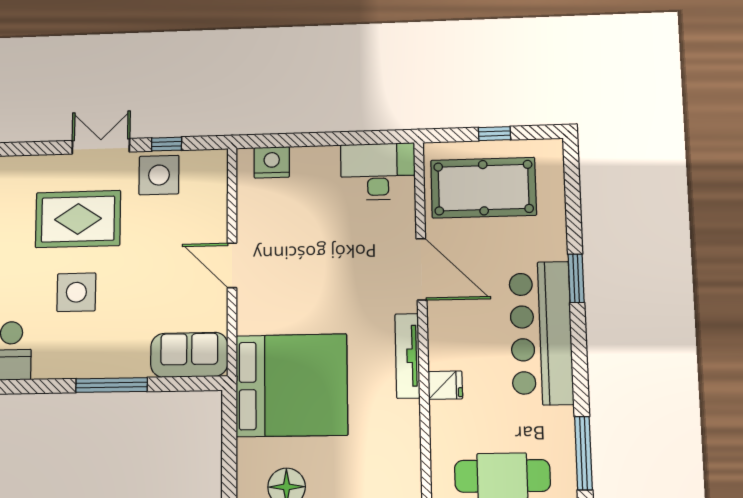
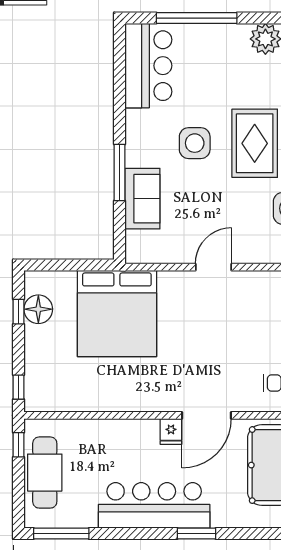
sofa: (189, 355) -> (142, 199), moved
tv unit: (407, 356) -> (138, 403), removed
fridge: (445, 385) -> (171, 432), moved

